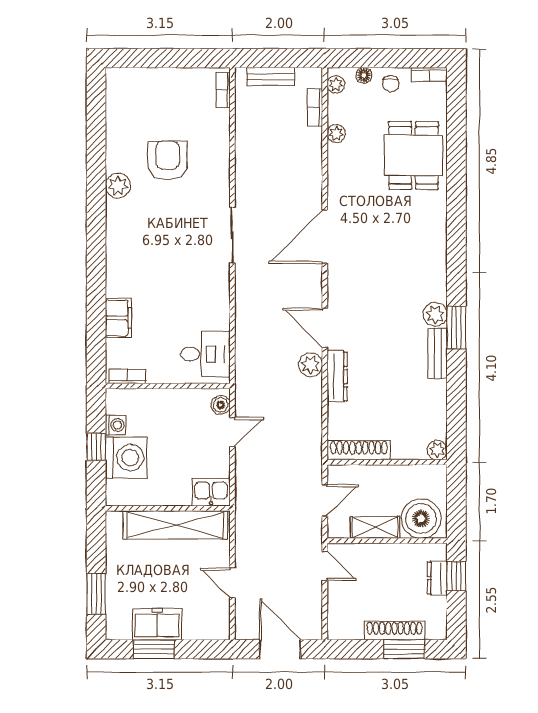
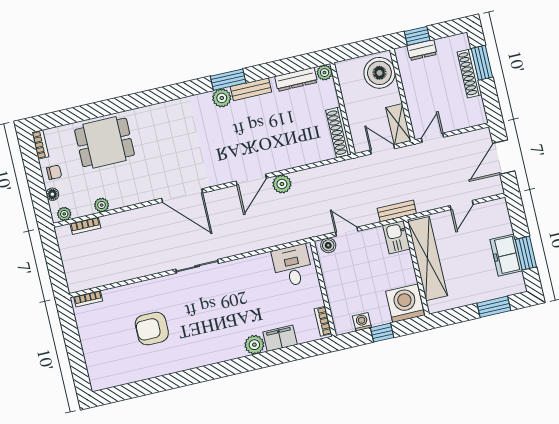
bench: (271, 76) -> (397, 211), moved, turned 90
plant: (118, 186) -> (254, 345), moved
dresser: (337, 376) -> (296, 79), moved, turned 180
washing machine: (126, 458) -> (405, 303), moved
shelving: (375, 527) -> (398, 124), moved

